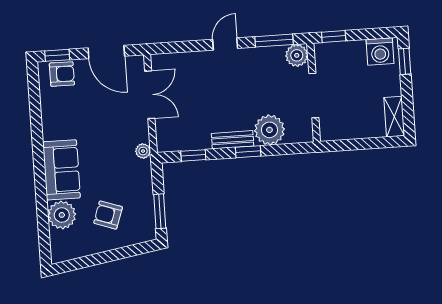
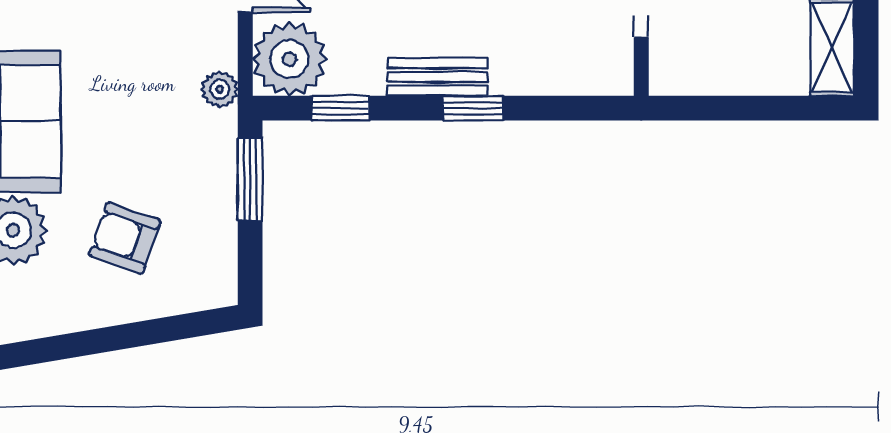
plant: (269, 130) -> (289, 59), moved
window: (160, 211) -> (250, 179), moved

